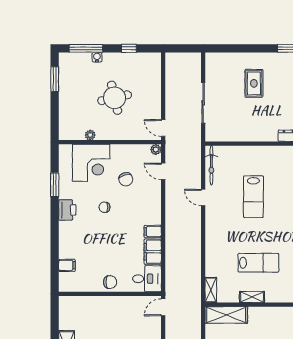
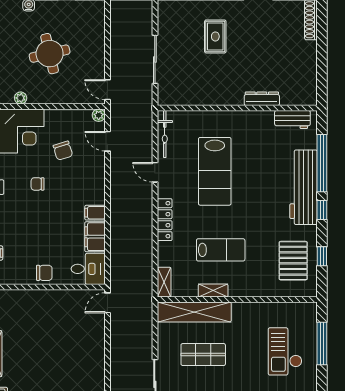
lab bench: (253, 197) -> (215, 171), width x1.36, depth x1.39
locker: (211, 237) -> (165, 220), added
shelving: (226, 315) -> (194, 312), width x1.47

